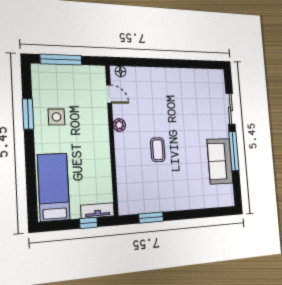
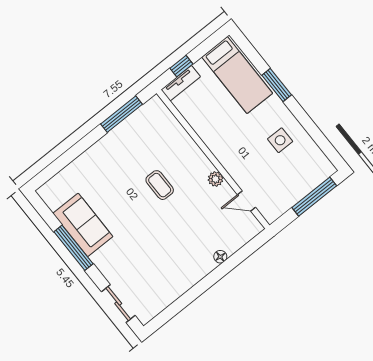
floor lamp: (120, 71) -> (220, 257), moved
sliding door: (230, 109) -> (118, 304), moved
window: (28, 114) -> (277, 85), moved
window: (151, 218) -> (121, 114), width x1.44

